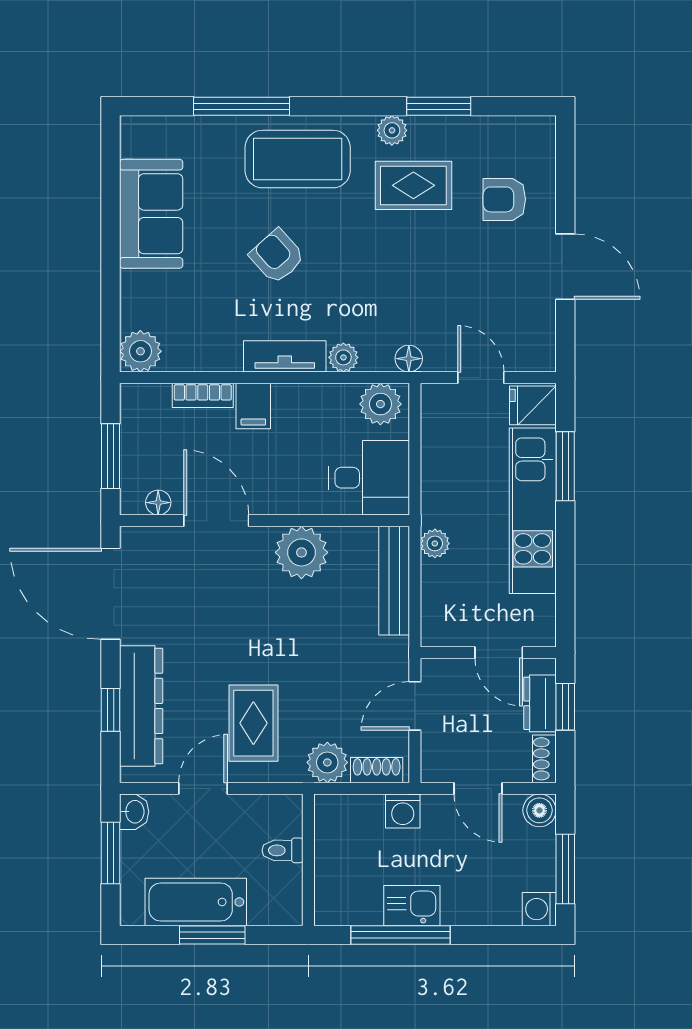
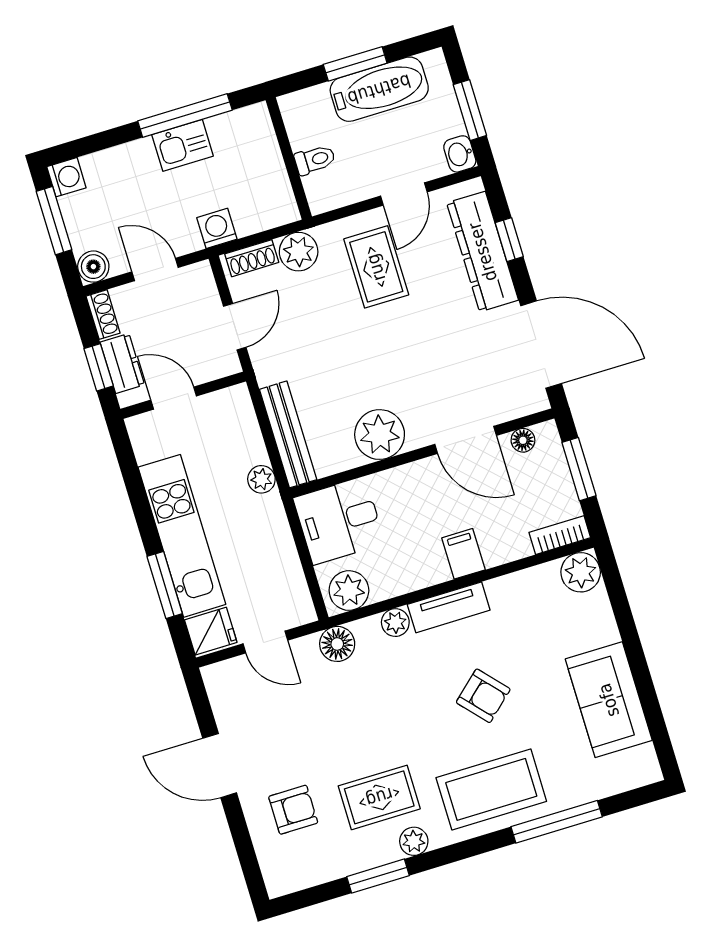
floor lamp: (409, 359) -> (337, 644), width x1.37, depth x1.37
bookcase: (203, 395) -> (560, 535), moved

